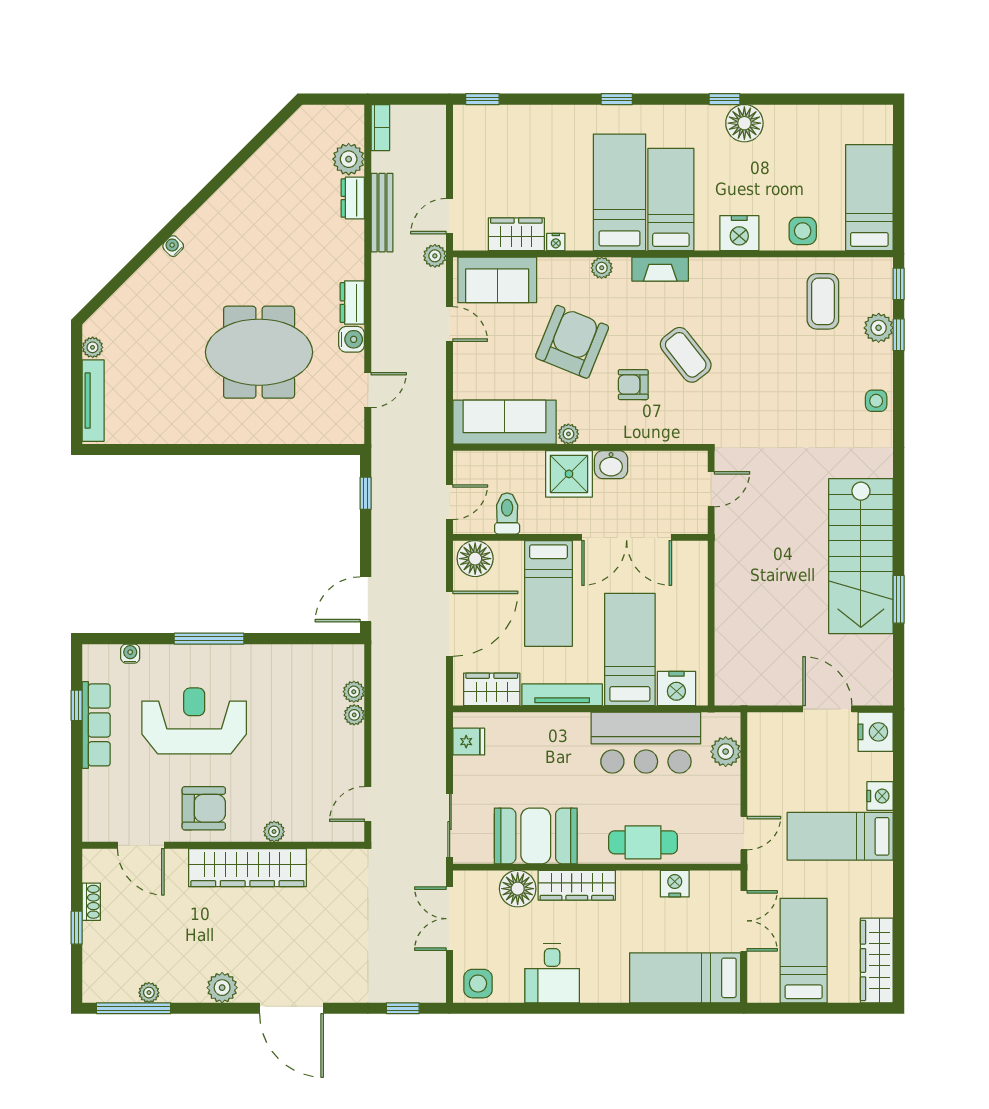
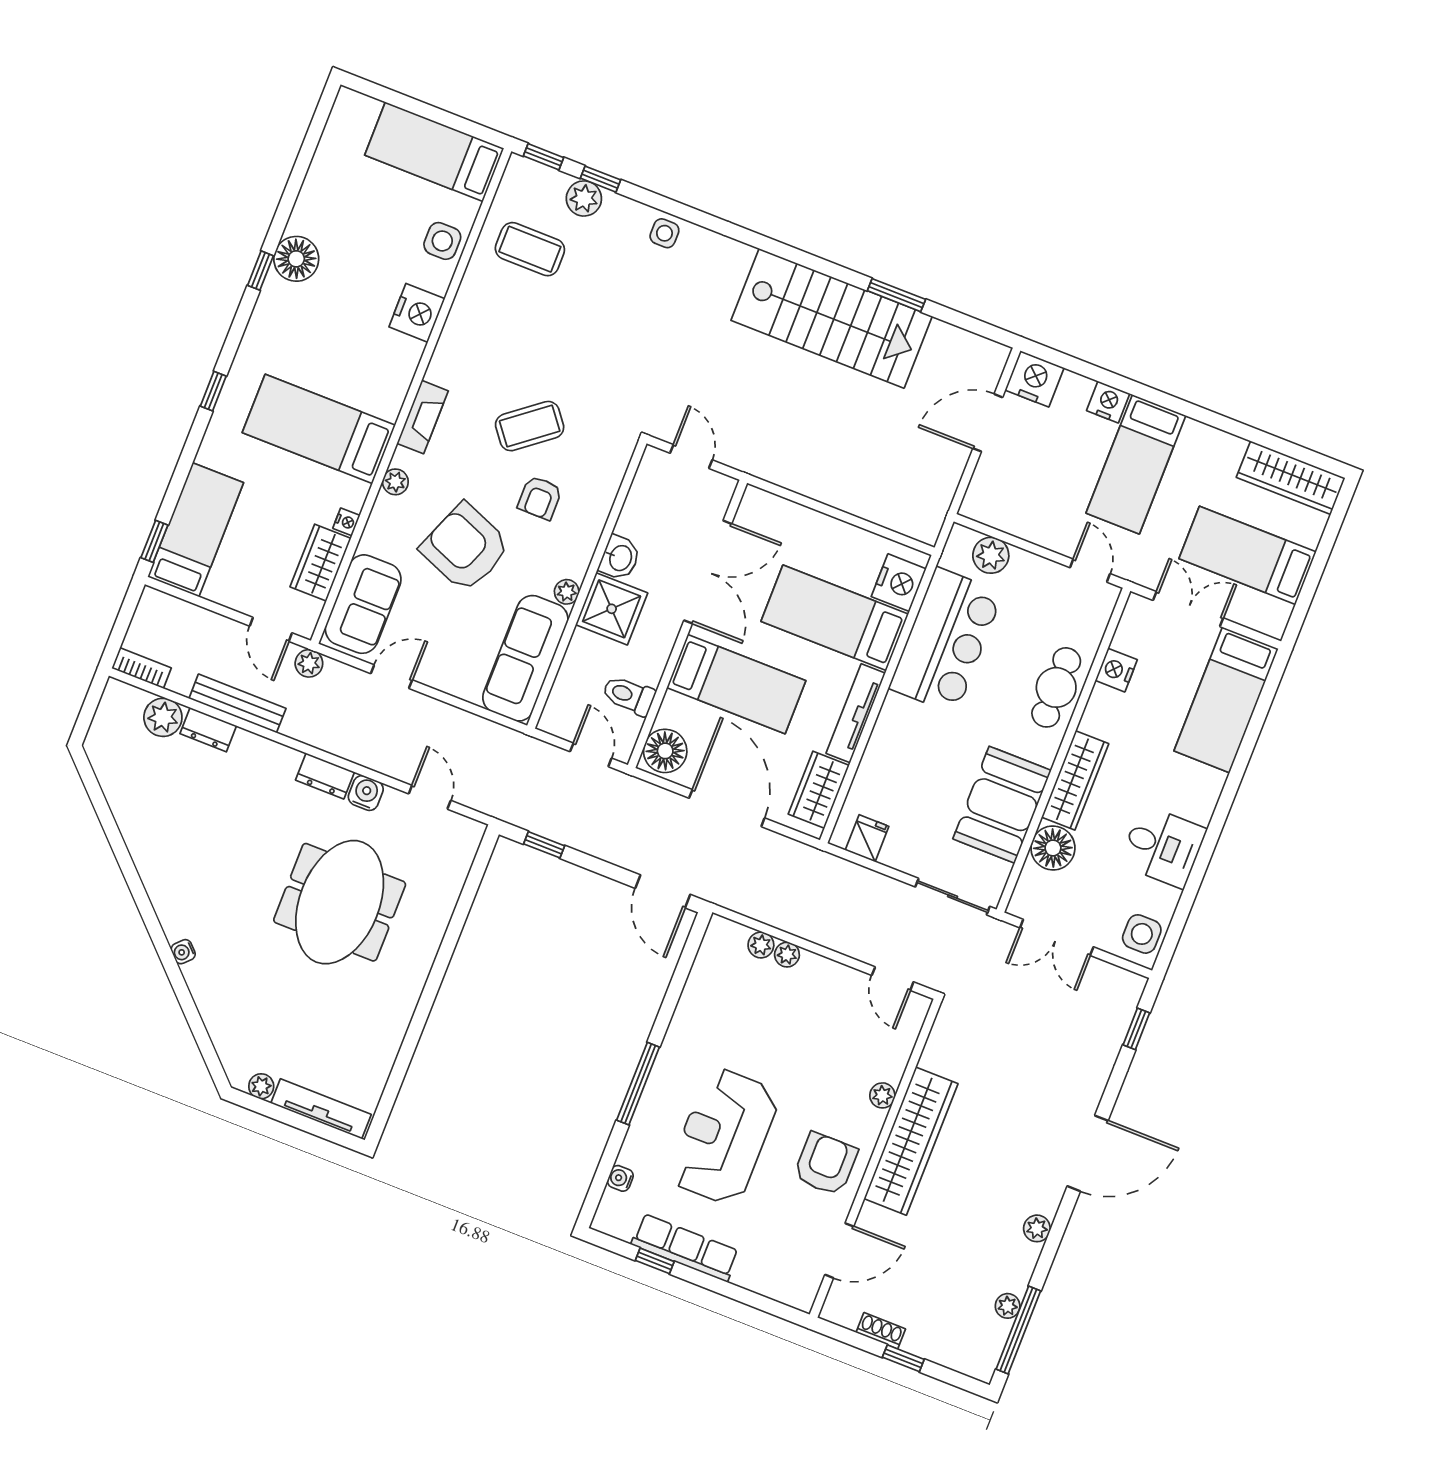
bed: (671, 200) -> (196, 530), moved, turned 90
plant: (222, 988) -> (1037, 1228), width x0.73, depth x0.73

